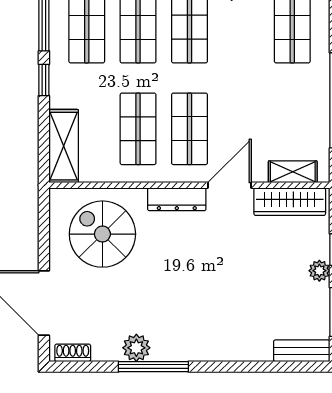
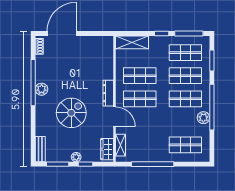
wardrobe: (290, 202) -> (107, 149), width x0.67
spiral stairs: (102, 234) -> (71, 113), moved
plant: (136, 348) -> (42, 89), moved
window: (153, 367) -> (33, 83), width x1.46

